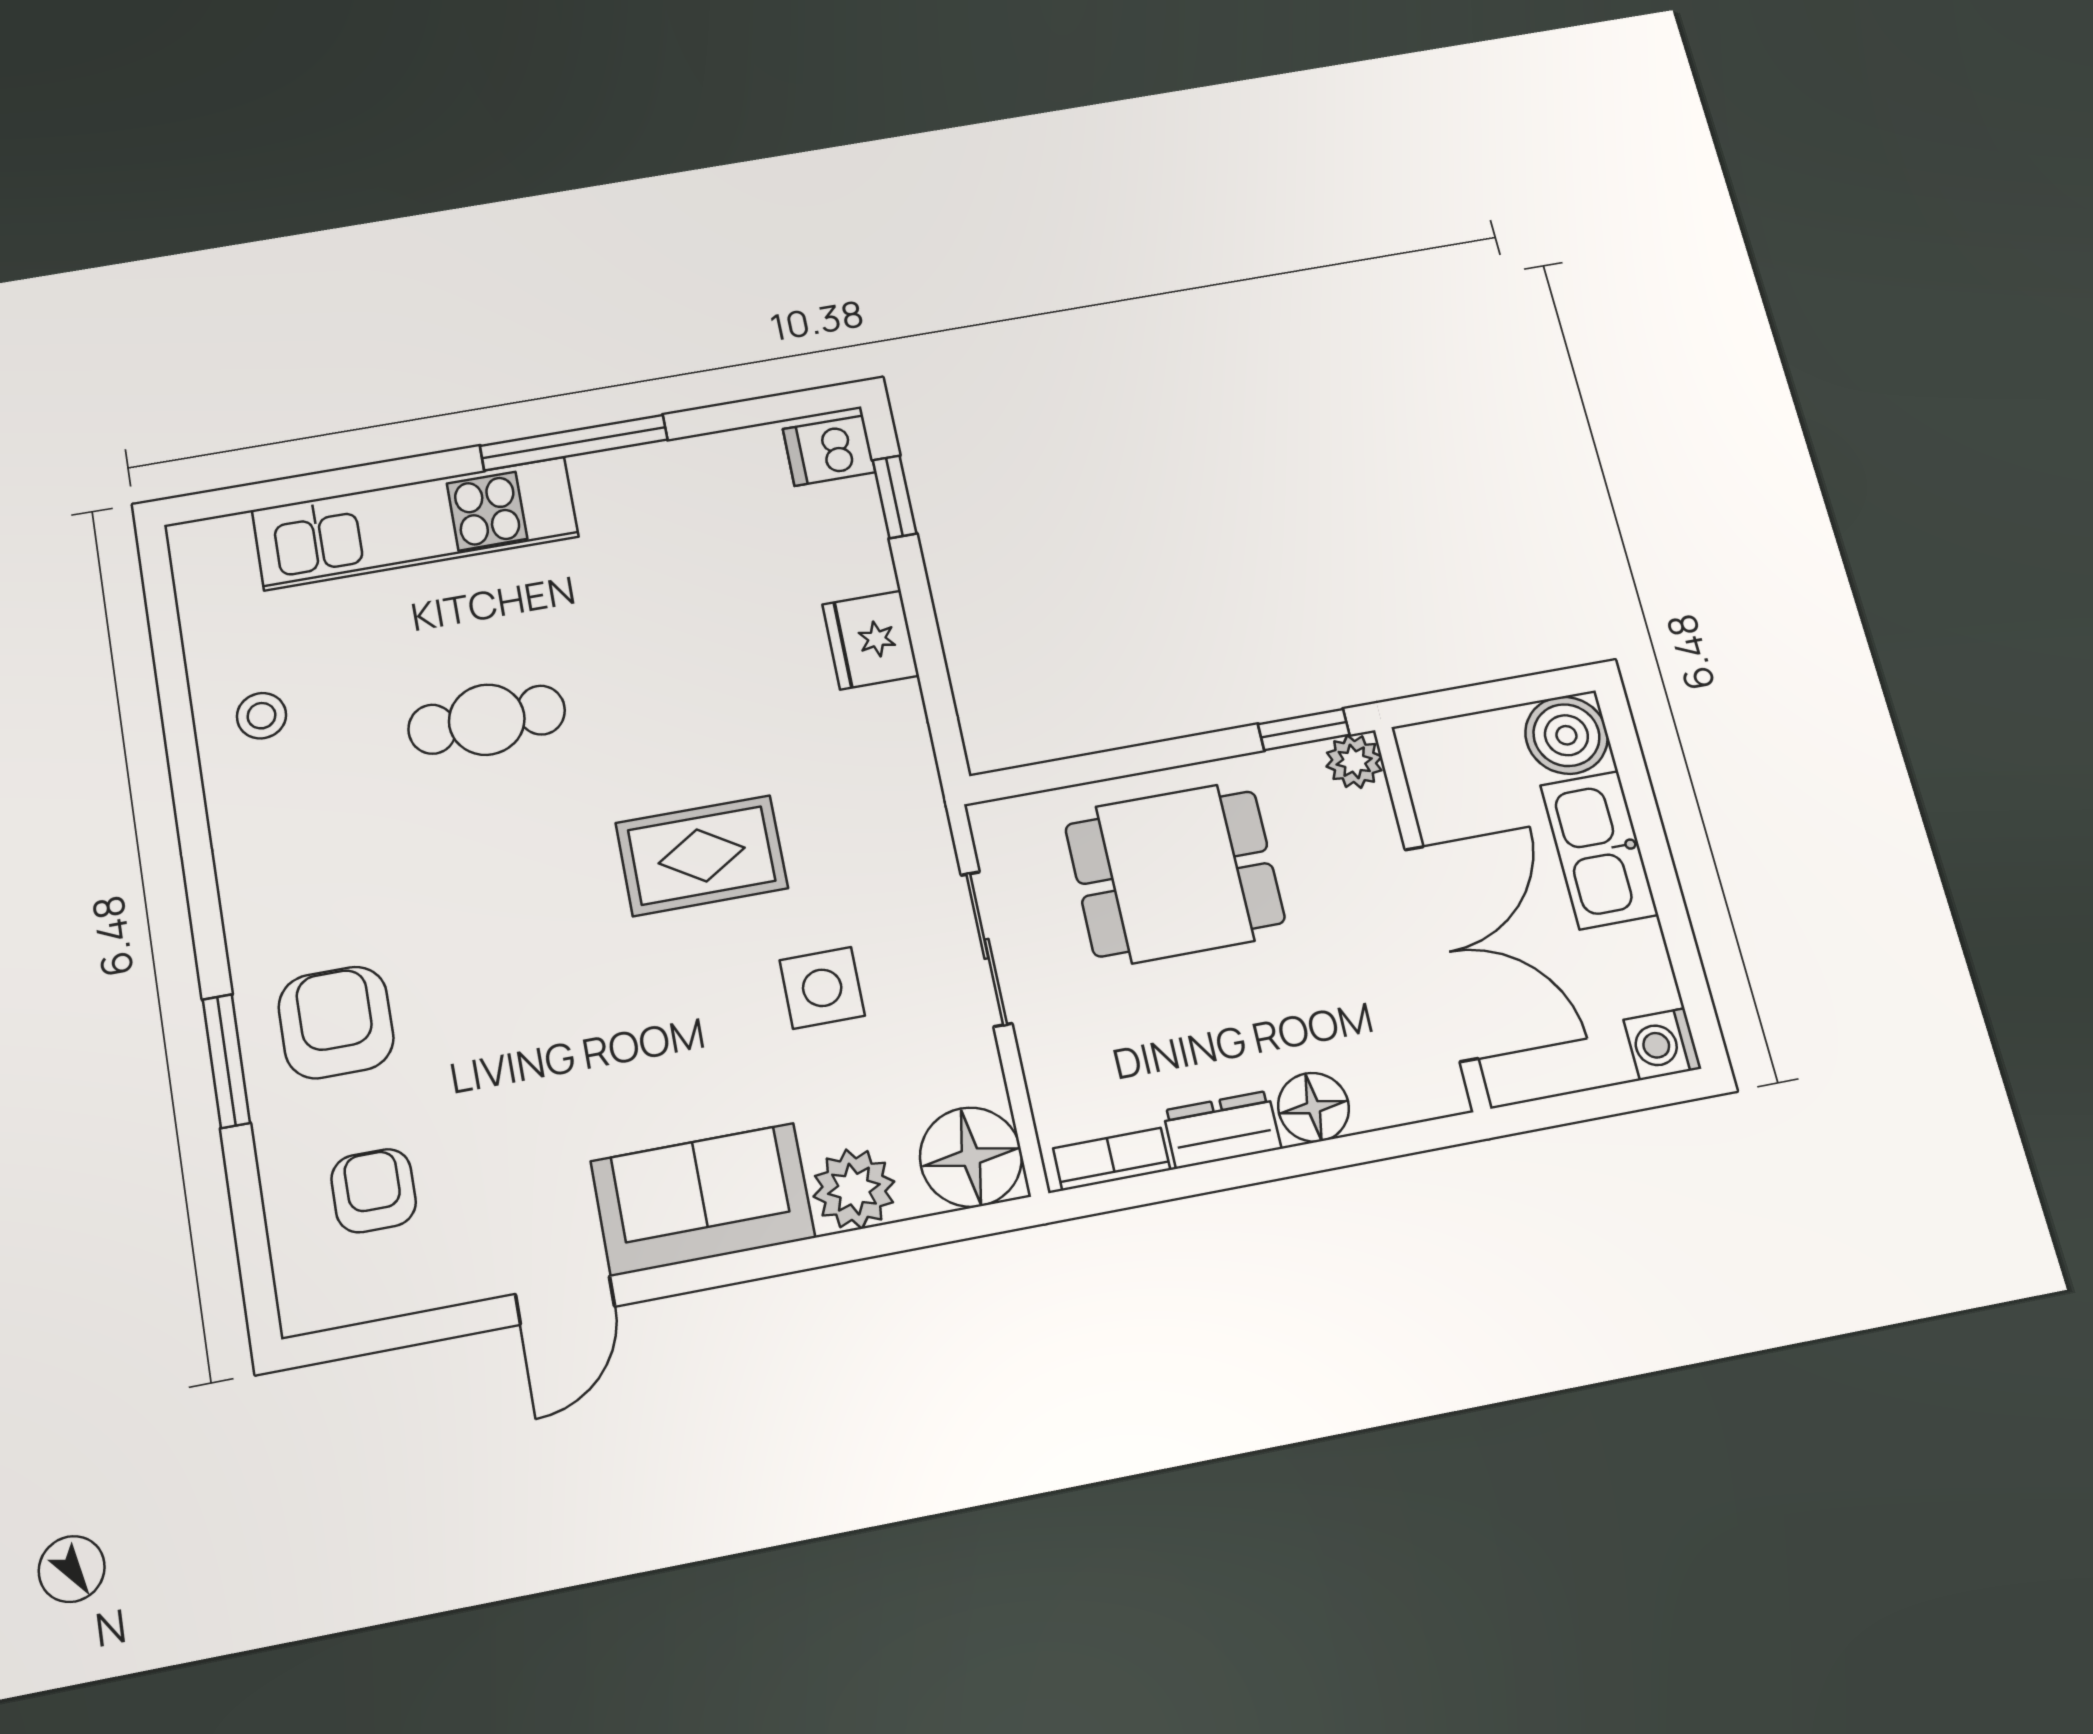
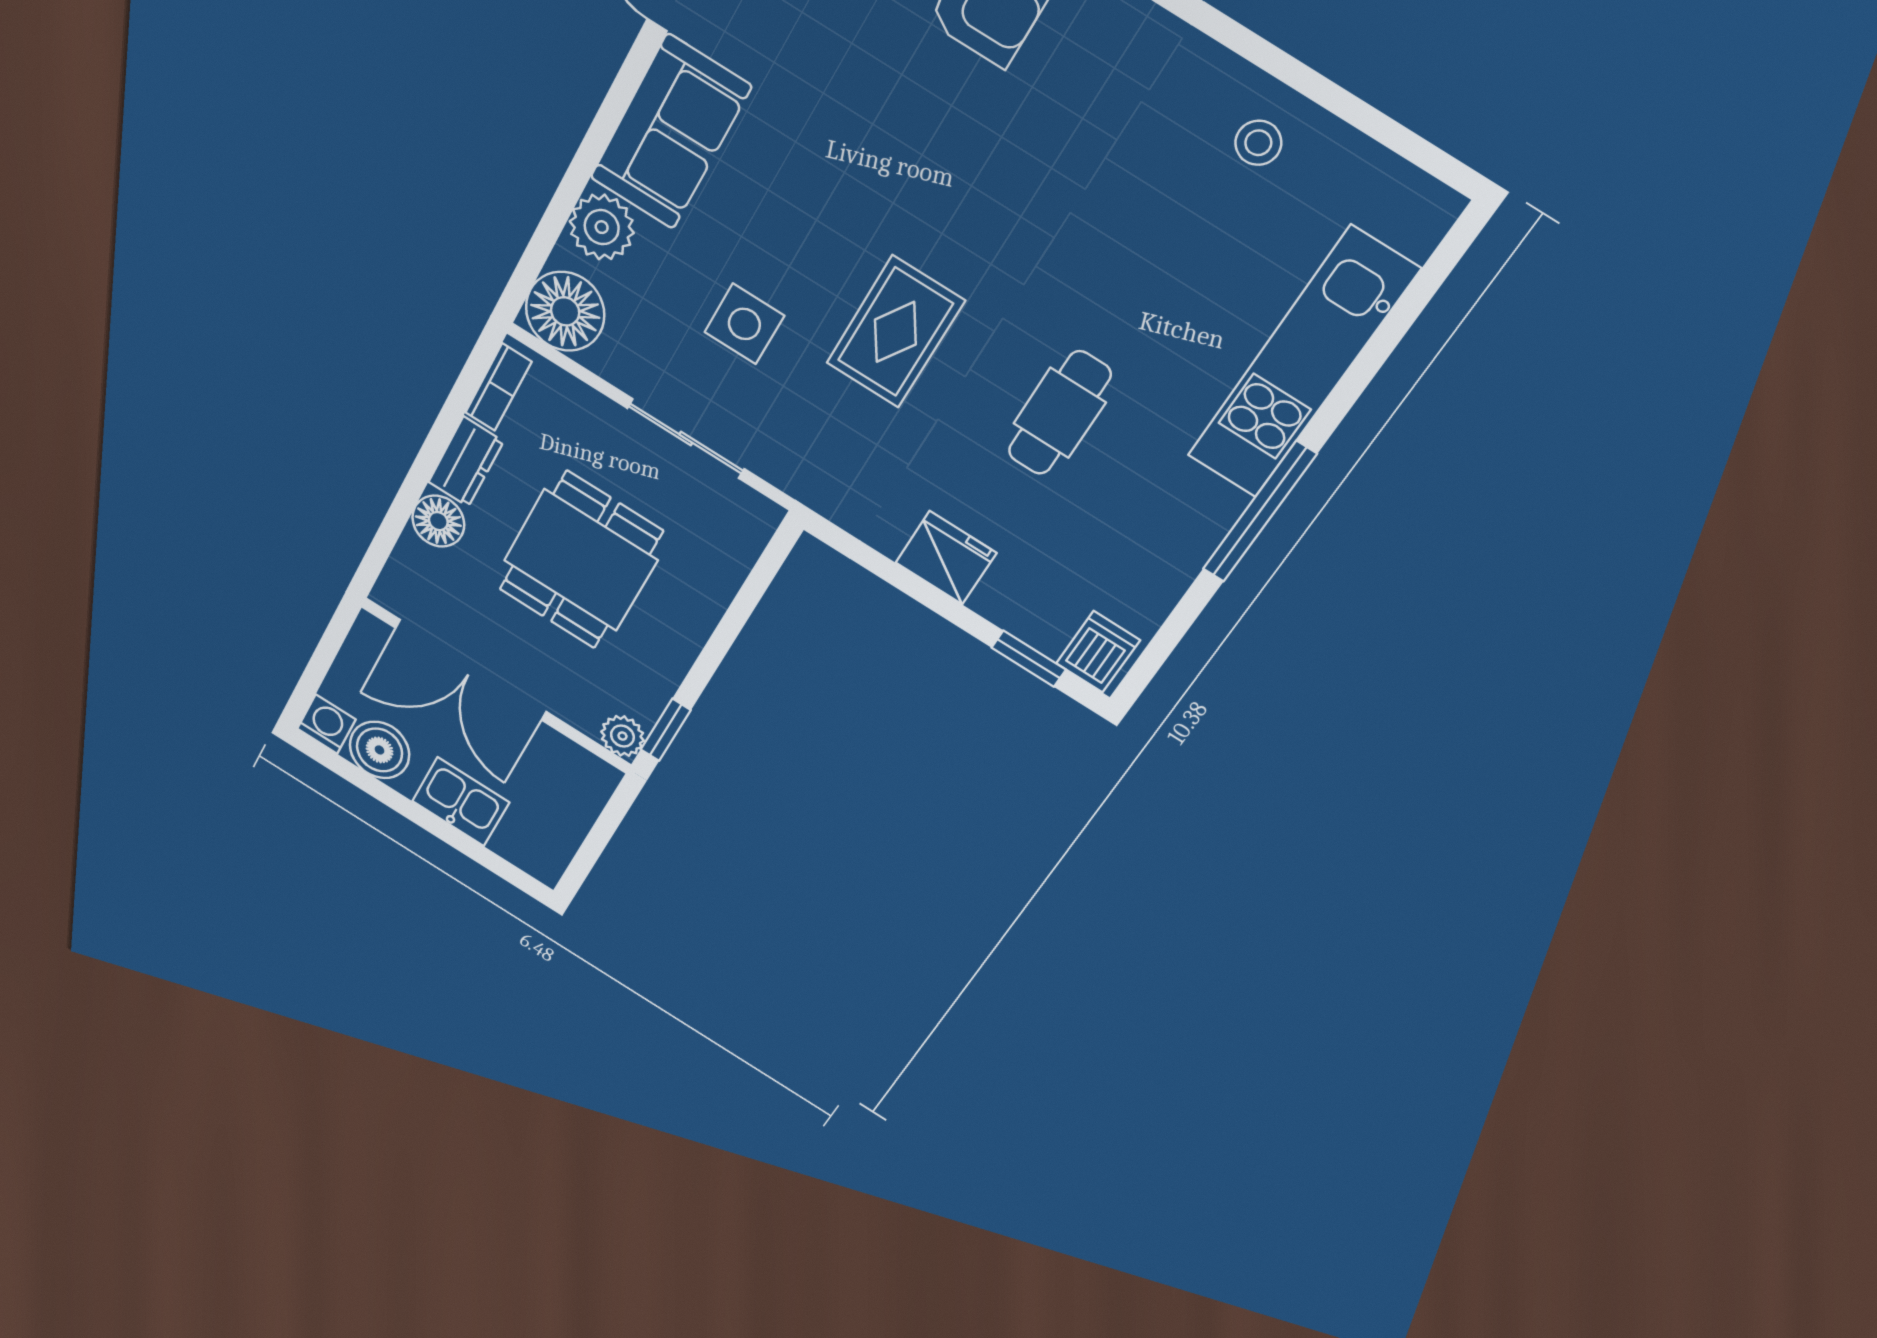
cafe table: (487, 720) -> (1059, 413), moved
boiler: (1566, 735) -> (380, 750), moved
kitchen sink: (1599, 850) -> (461, 802), width x0.73
dining table: (1175, 874) -> (581, 560), moved

